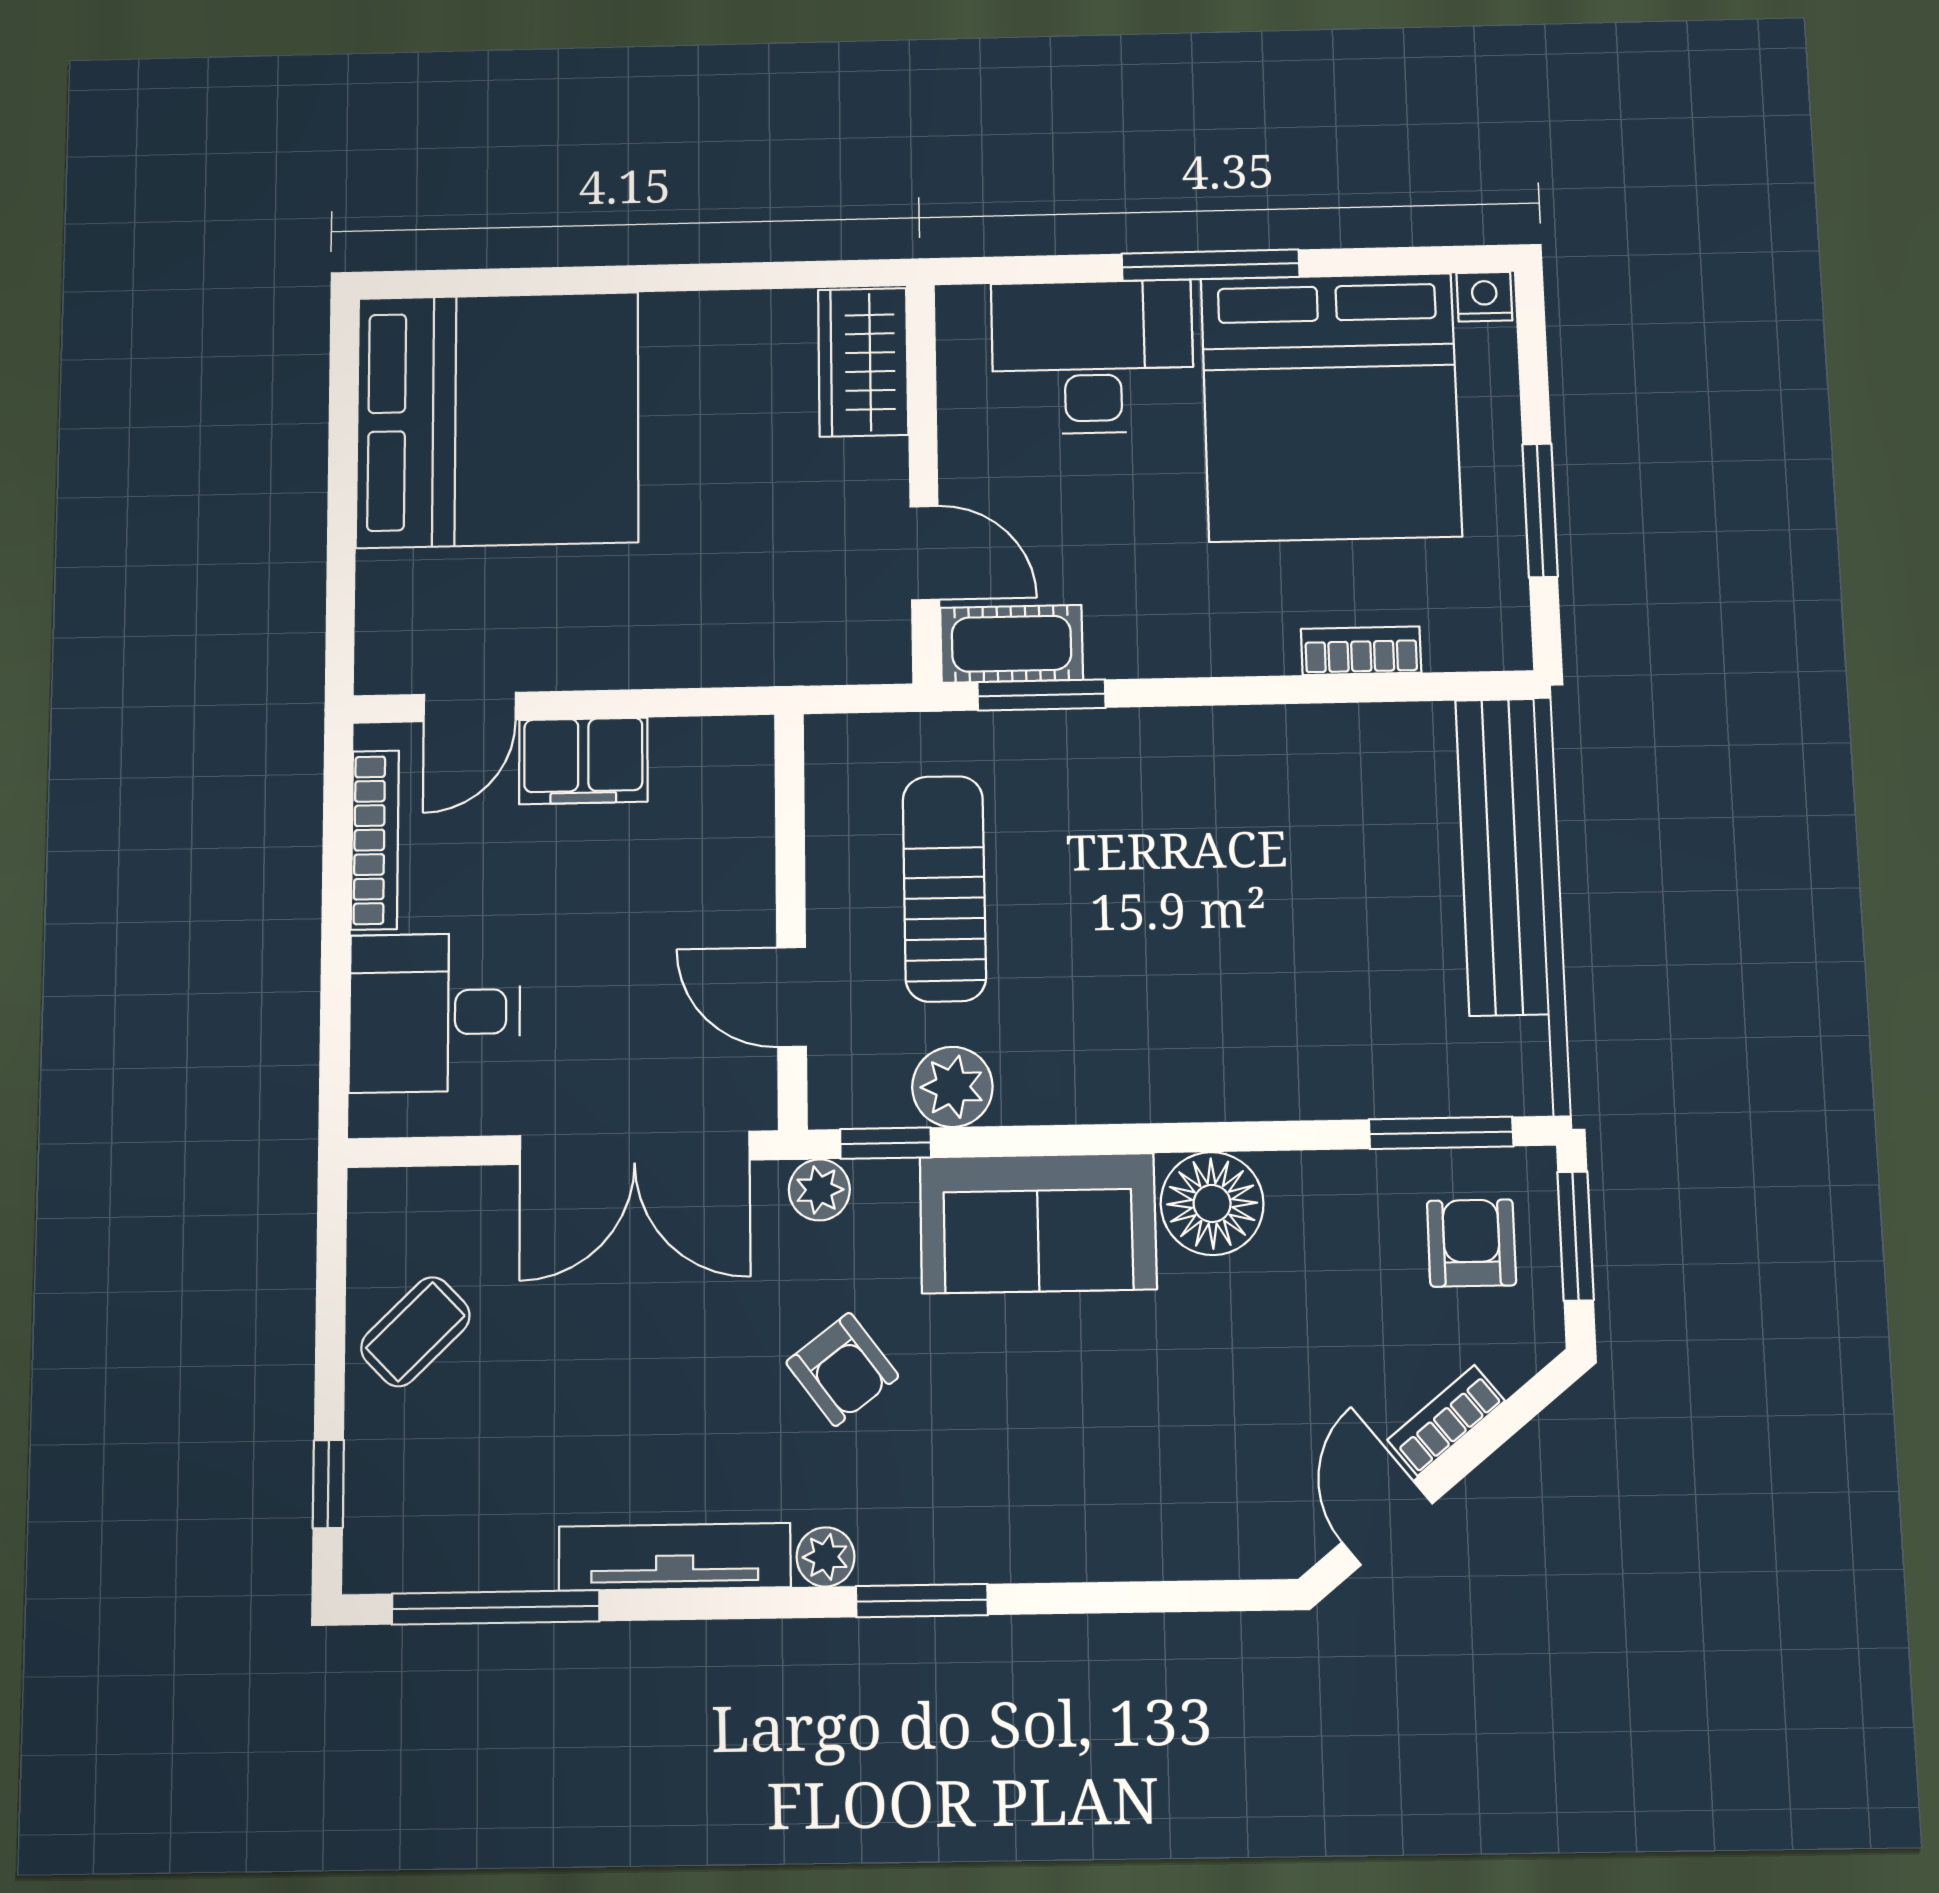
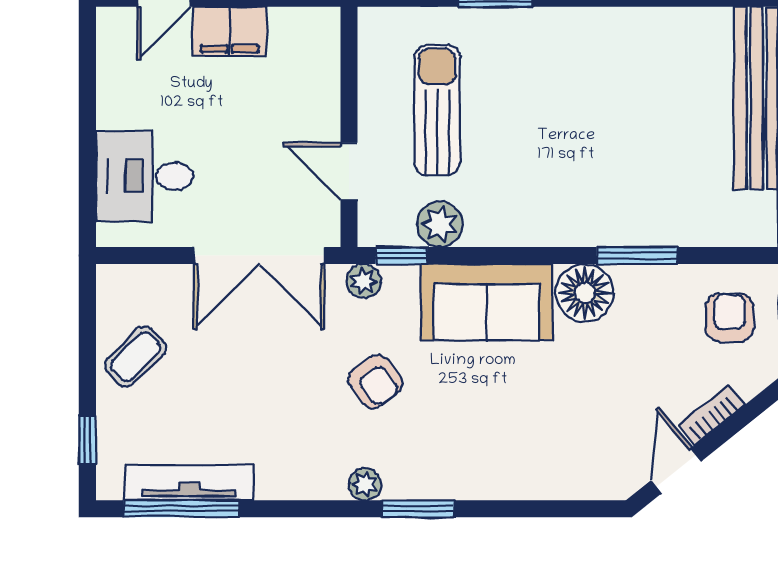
bookcase: (375, 840) -> (109, 75), removed
window: (1441, 1133) -> (637, 256), moved
tv unit: (675, 1557) -> (189, 483), moved

